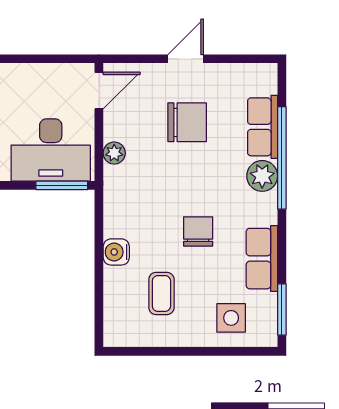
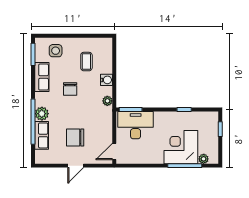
plant: (114, 153) -> (107, 101), moved

